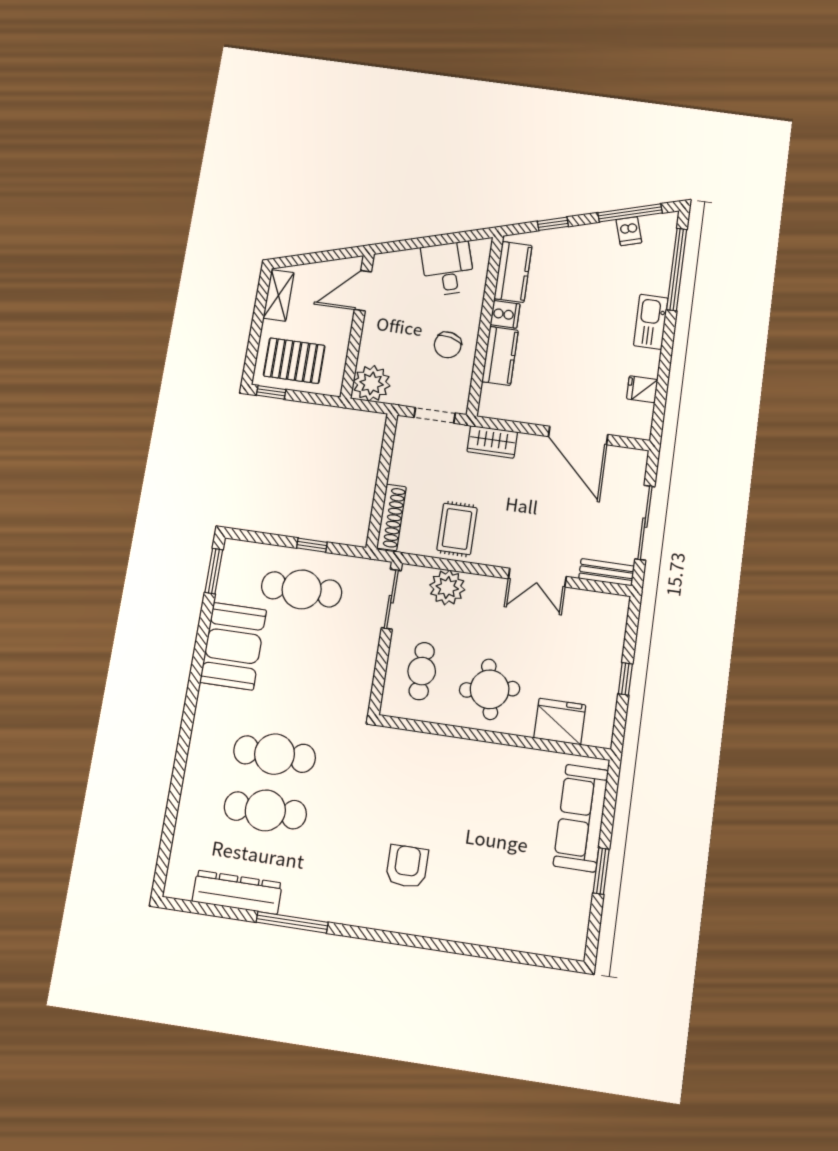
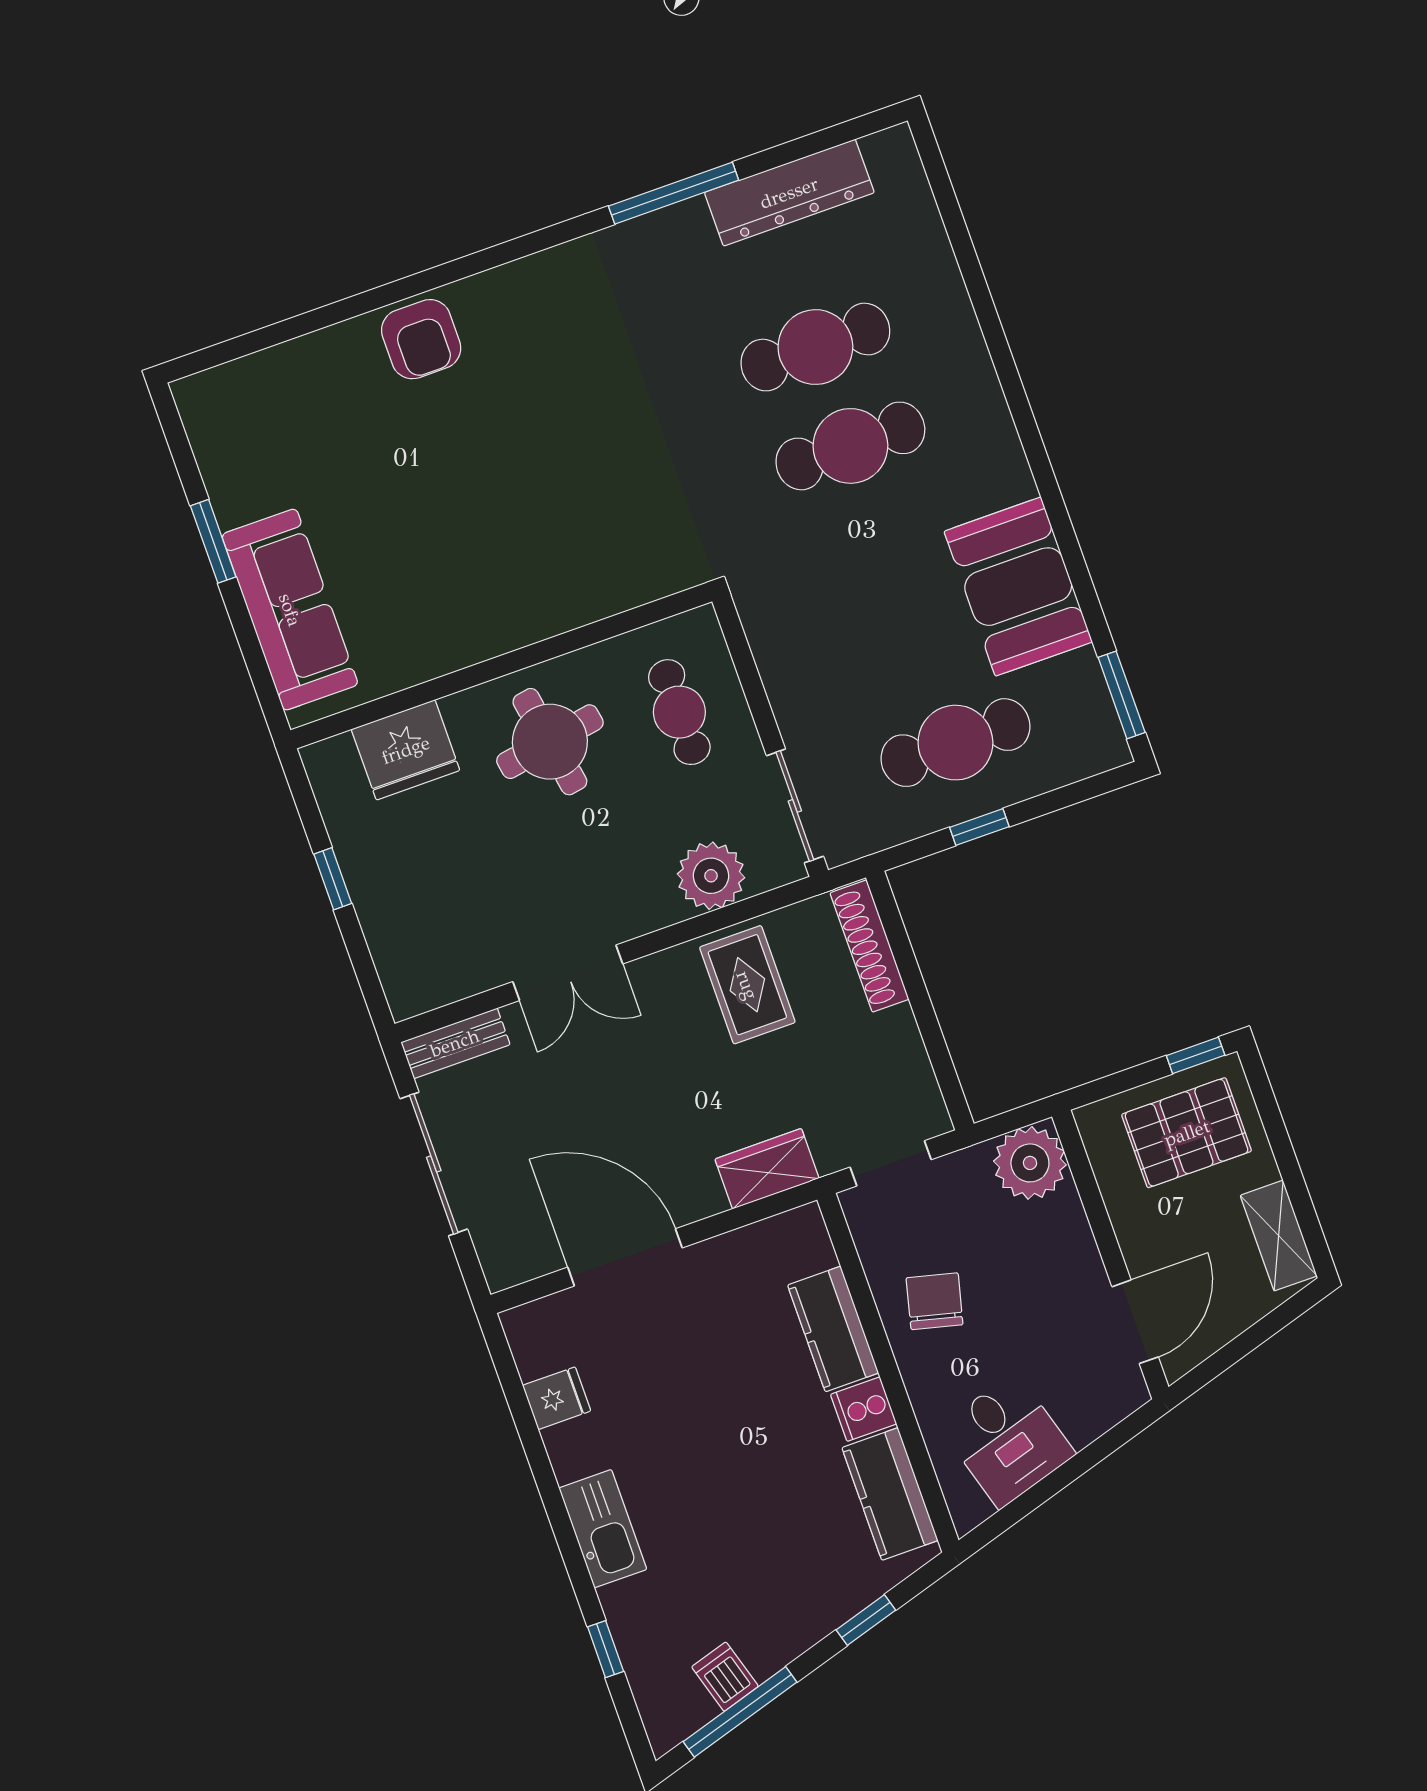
window: (677, 269) -> (606, 1649), width x0.32
double door: (537, 578) -> (568, 973), swing flipped
armchair: (407, 866) -> (421, 339), moved

